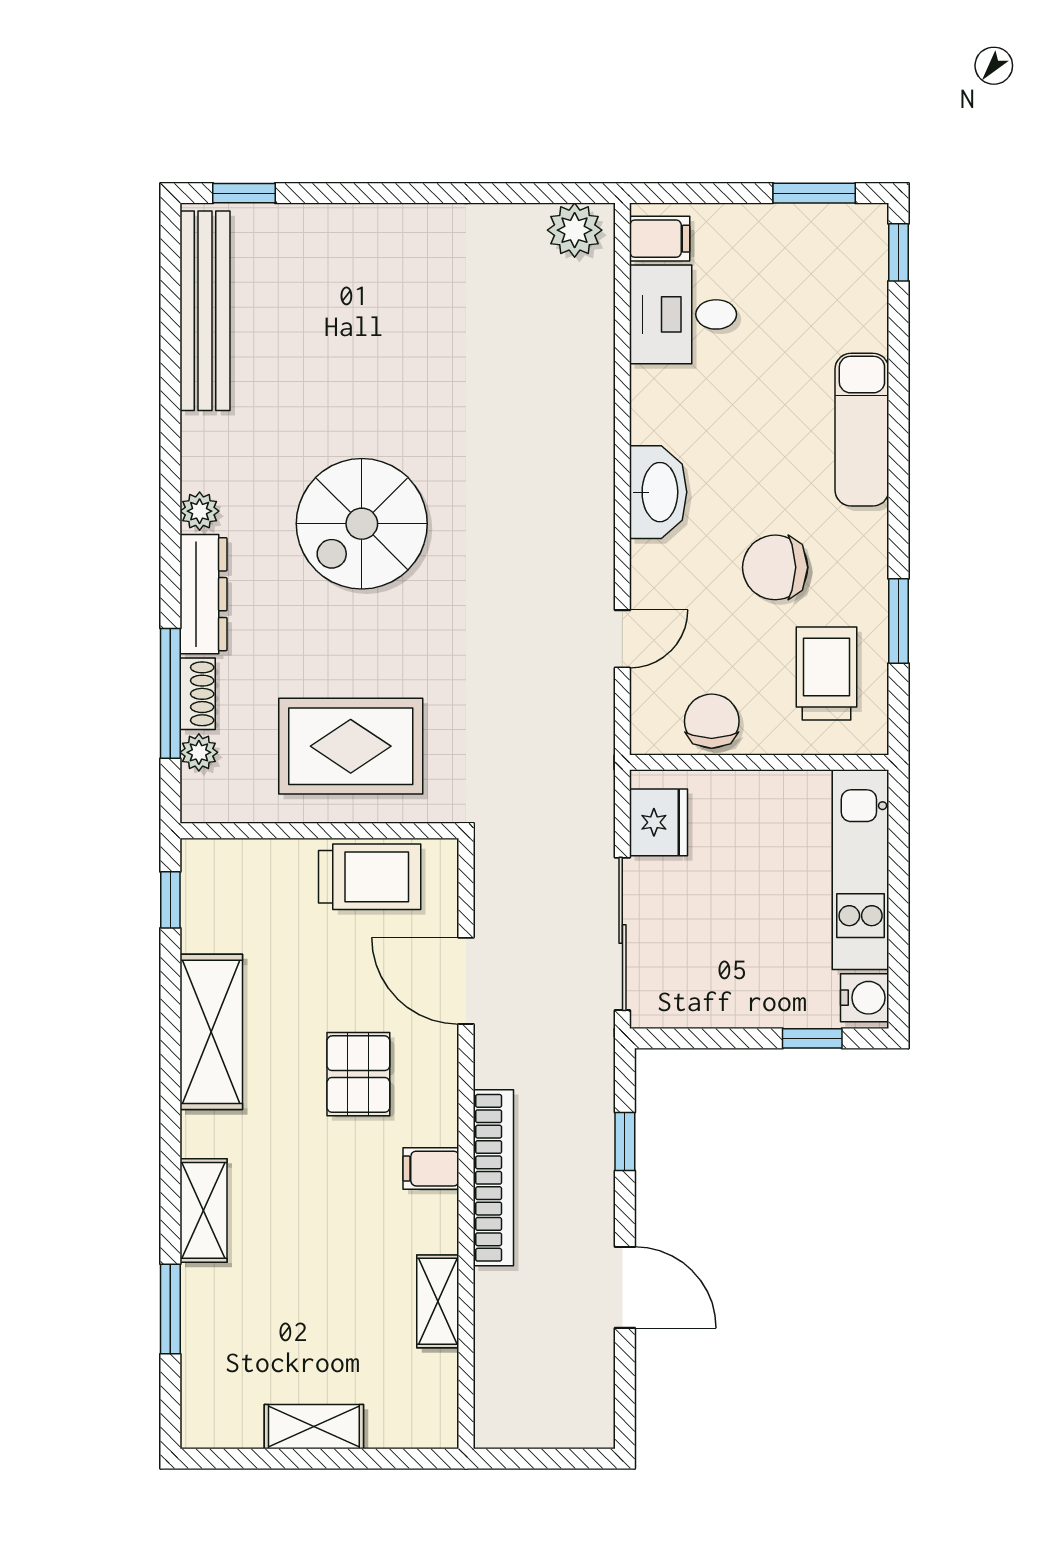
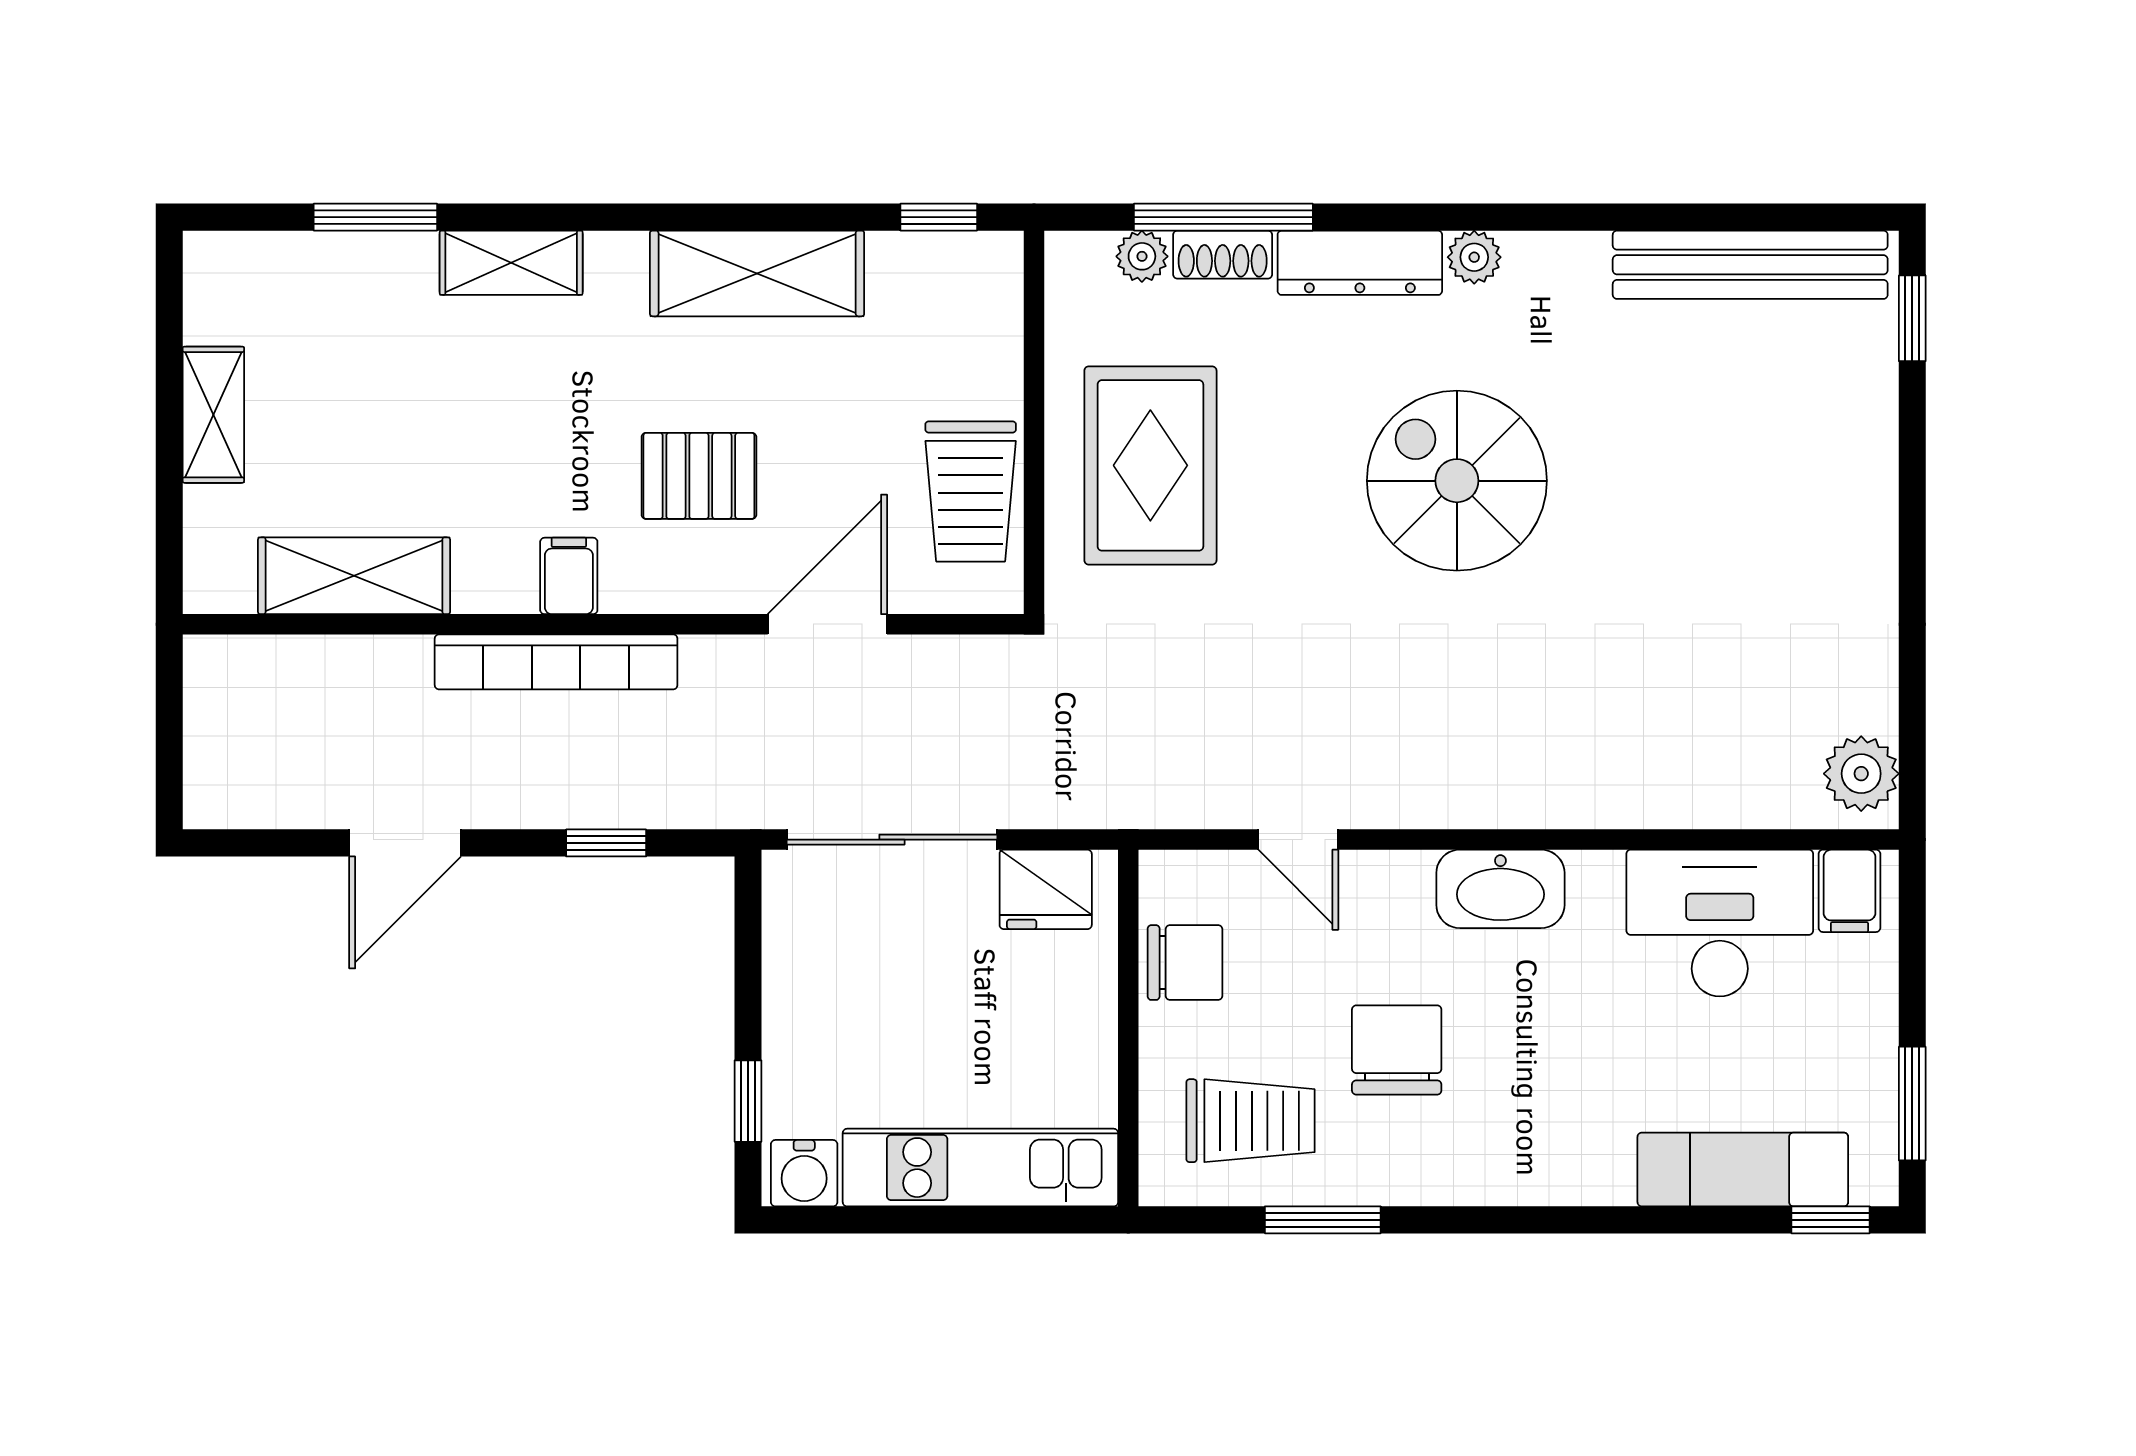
desk: (683, 314) -> (1720, 923), width x1.37
exam couch: (862, 430) -> (1743, 1169), moved
shelving: (438, 1301) -> (354, 576), width x1.50, depth x1.33

